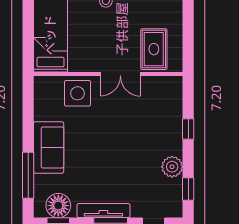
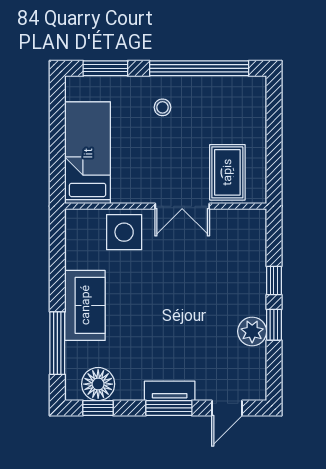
window: (188, 189) -> (274, 325), moved
tv unit: (103, 211) -> (170, 391), width x0.71

